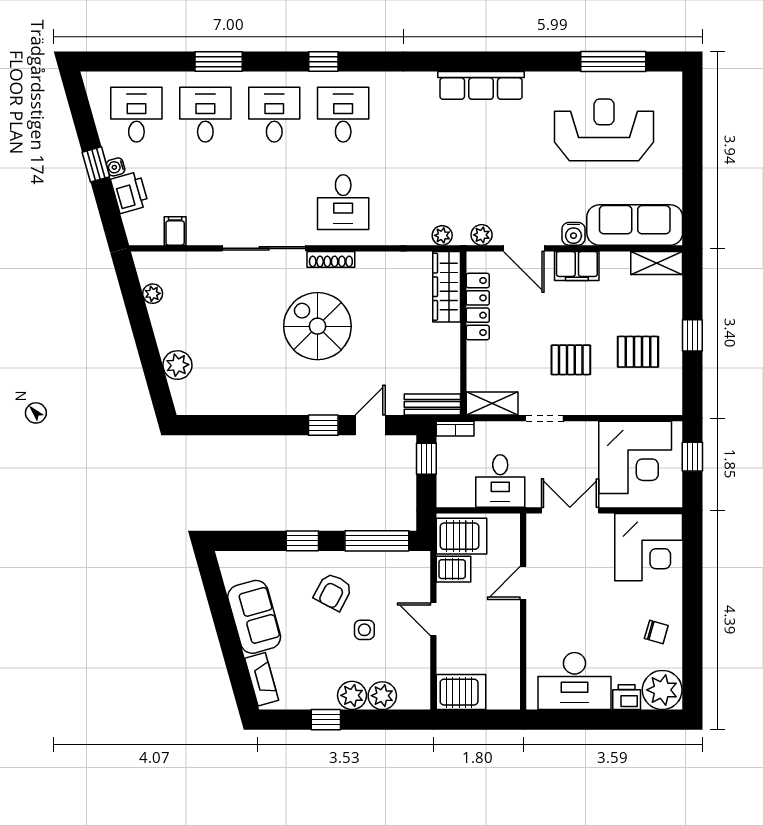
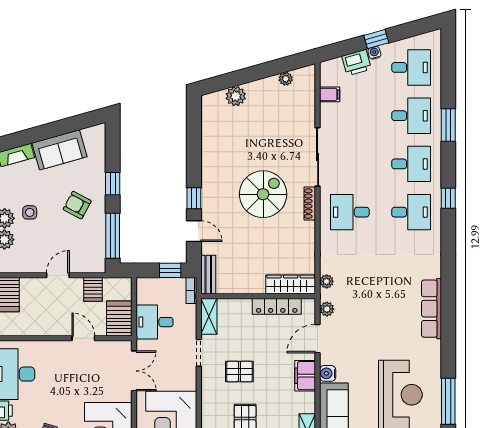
pallet: (571, 360) -> (239, 372), turned 90
server rack: (461, 536) -> (119, 318), moved, turned 180
side table: (364, 630) -> (30, 212), moved

